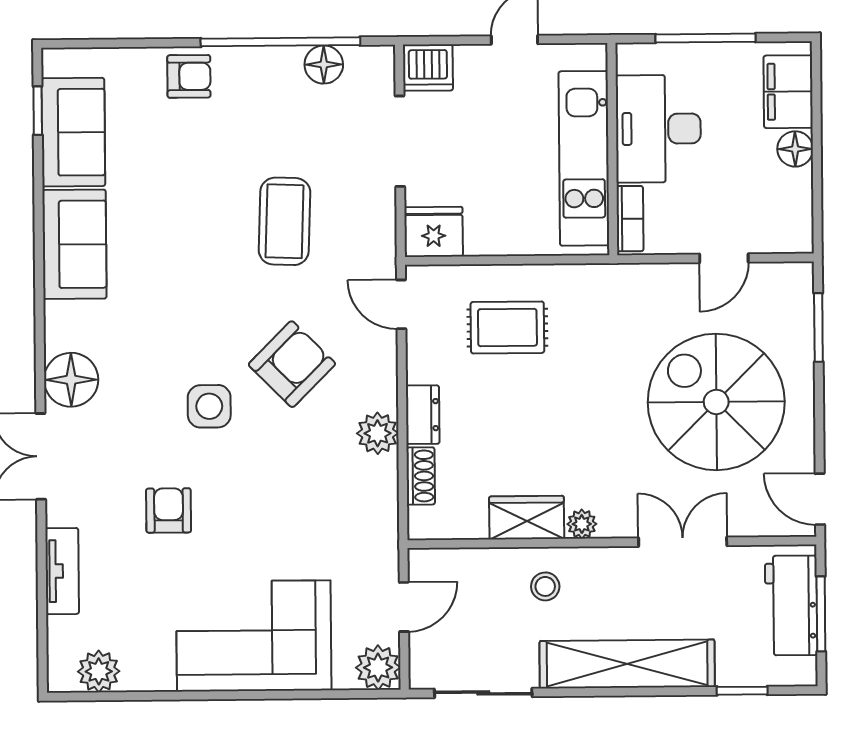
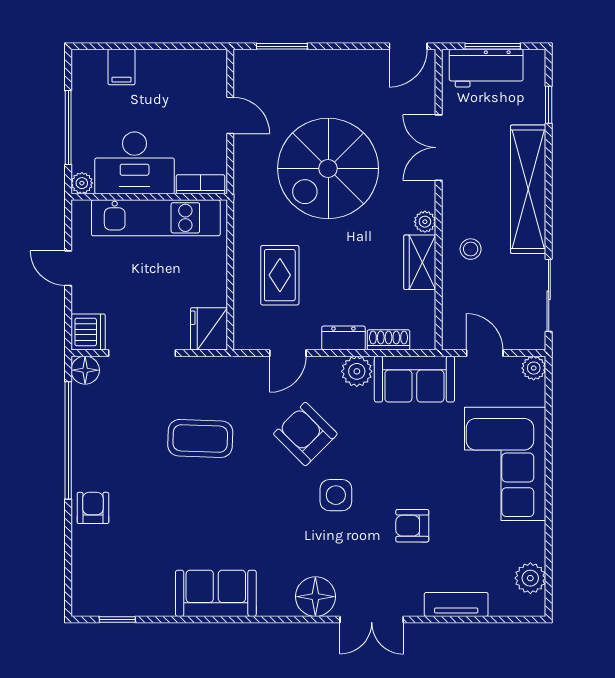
plant: (630, 57) -> (82, 183), added
floor lamp: (324, 65) -> (85, 370), moved
filing cabinet: (788, 92) -> (121, 67), width x0.50
sofa: (73, 132) -> (414, 379), moved, turned 180
floor lamp: (795, 149) -> (150, 62), removed
door: (401, 304) -> (288, 353), moved
spiral stairs: (716, 402) -> (328, 168), moved
plant: (378, 668) -> (534, 368), width x0.73, depth x0.73

